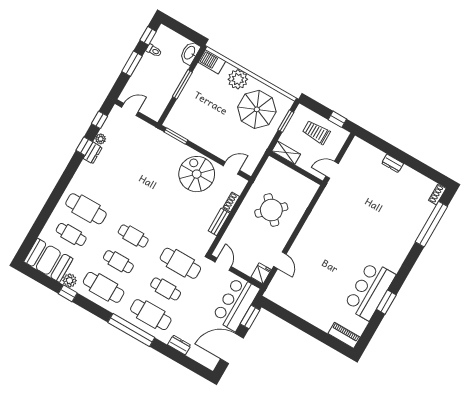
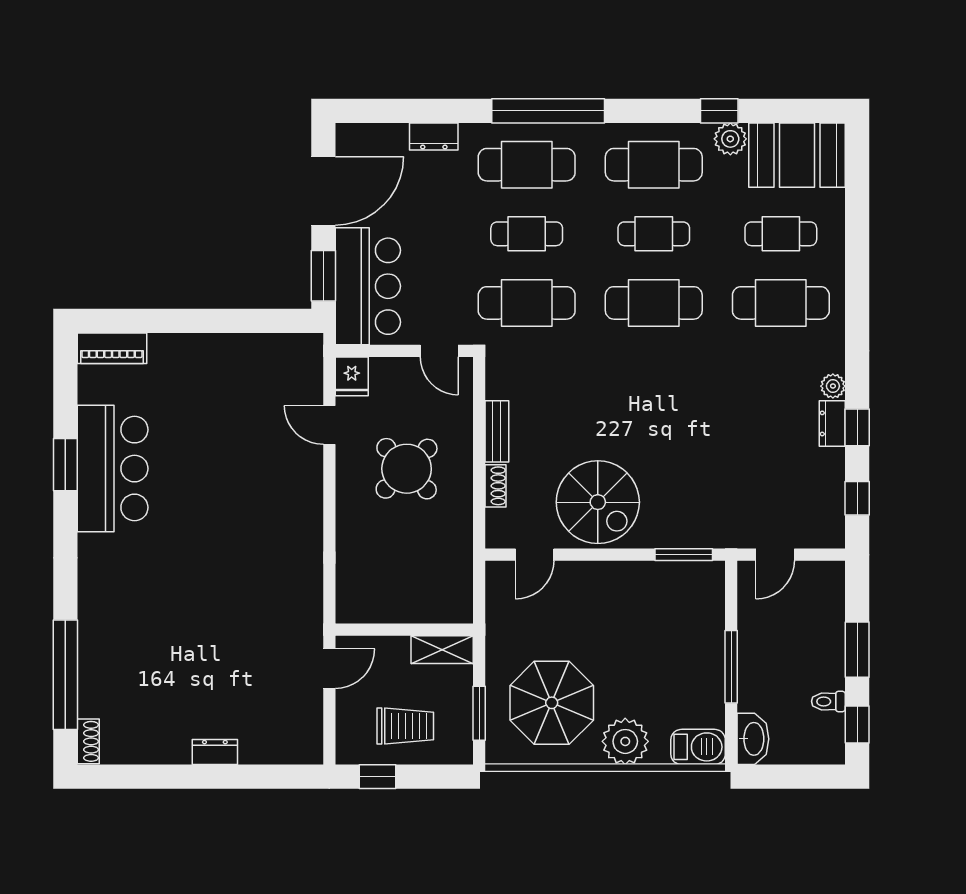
door: (130, 109) -> (775, 555), moved
plant: (101, 139) -> (833, 386), moved
round table: (271, 210) -> (407, 469), moved
cafe table: (133, 236) -> (654, 303), width x1.37, depth x1.35

